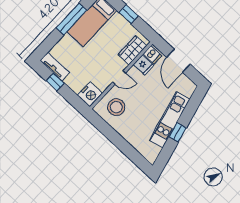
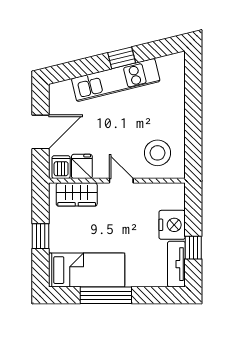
nightstand: (90, 94) -> (172, 225), moved, turned 90

